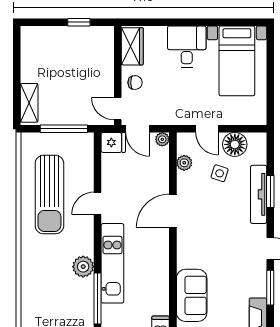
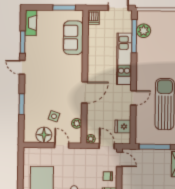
fridge: (113, 142) -> (123, 126), moved
tv unit: (259, 194) -> (29, 102), removed
plant: (83, 267) -> (144, 31), moved

